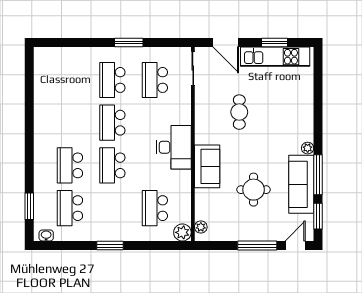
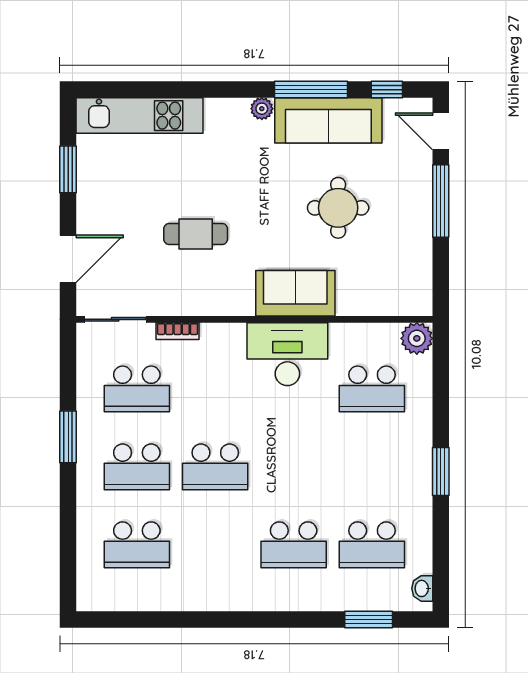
kitchen unit: (275, 57) -> (140, 116), moved, turned 90
bookcase: (186, 102) -> (178, 331), added
desk: (174, 147) -> (287, 354), moved
school desk: (112, 165) -> (137, 545), moved
window: (318, 216) -> (387, 90), width x0.67
plant: (201, 227) -> (407, 305), removed

